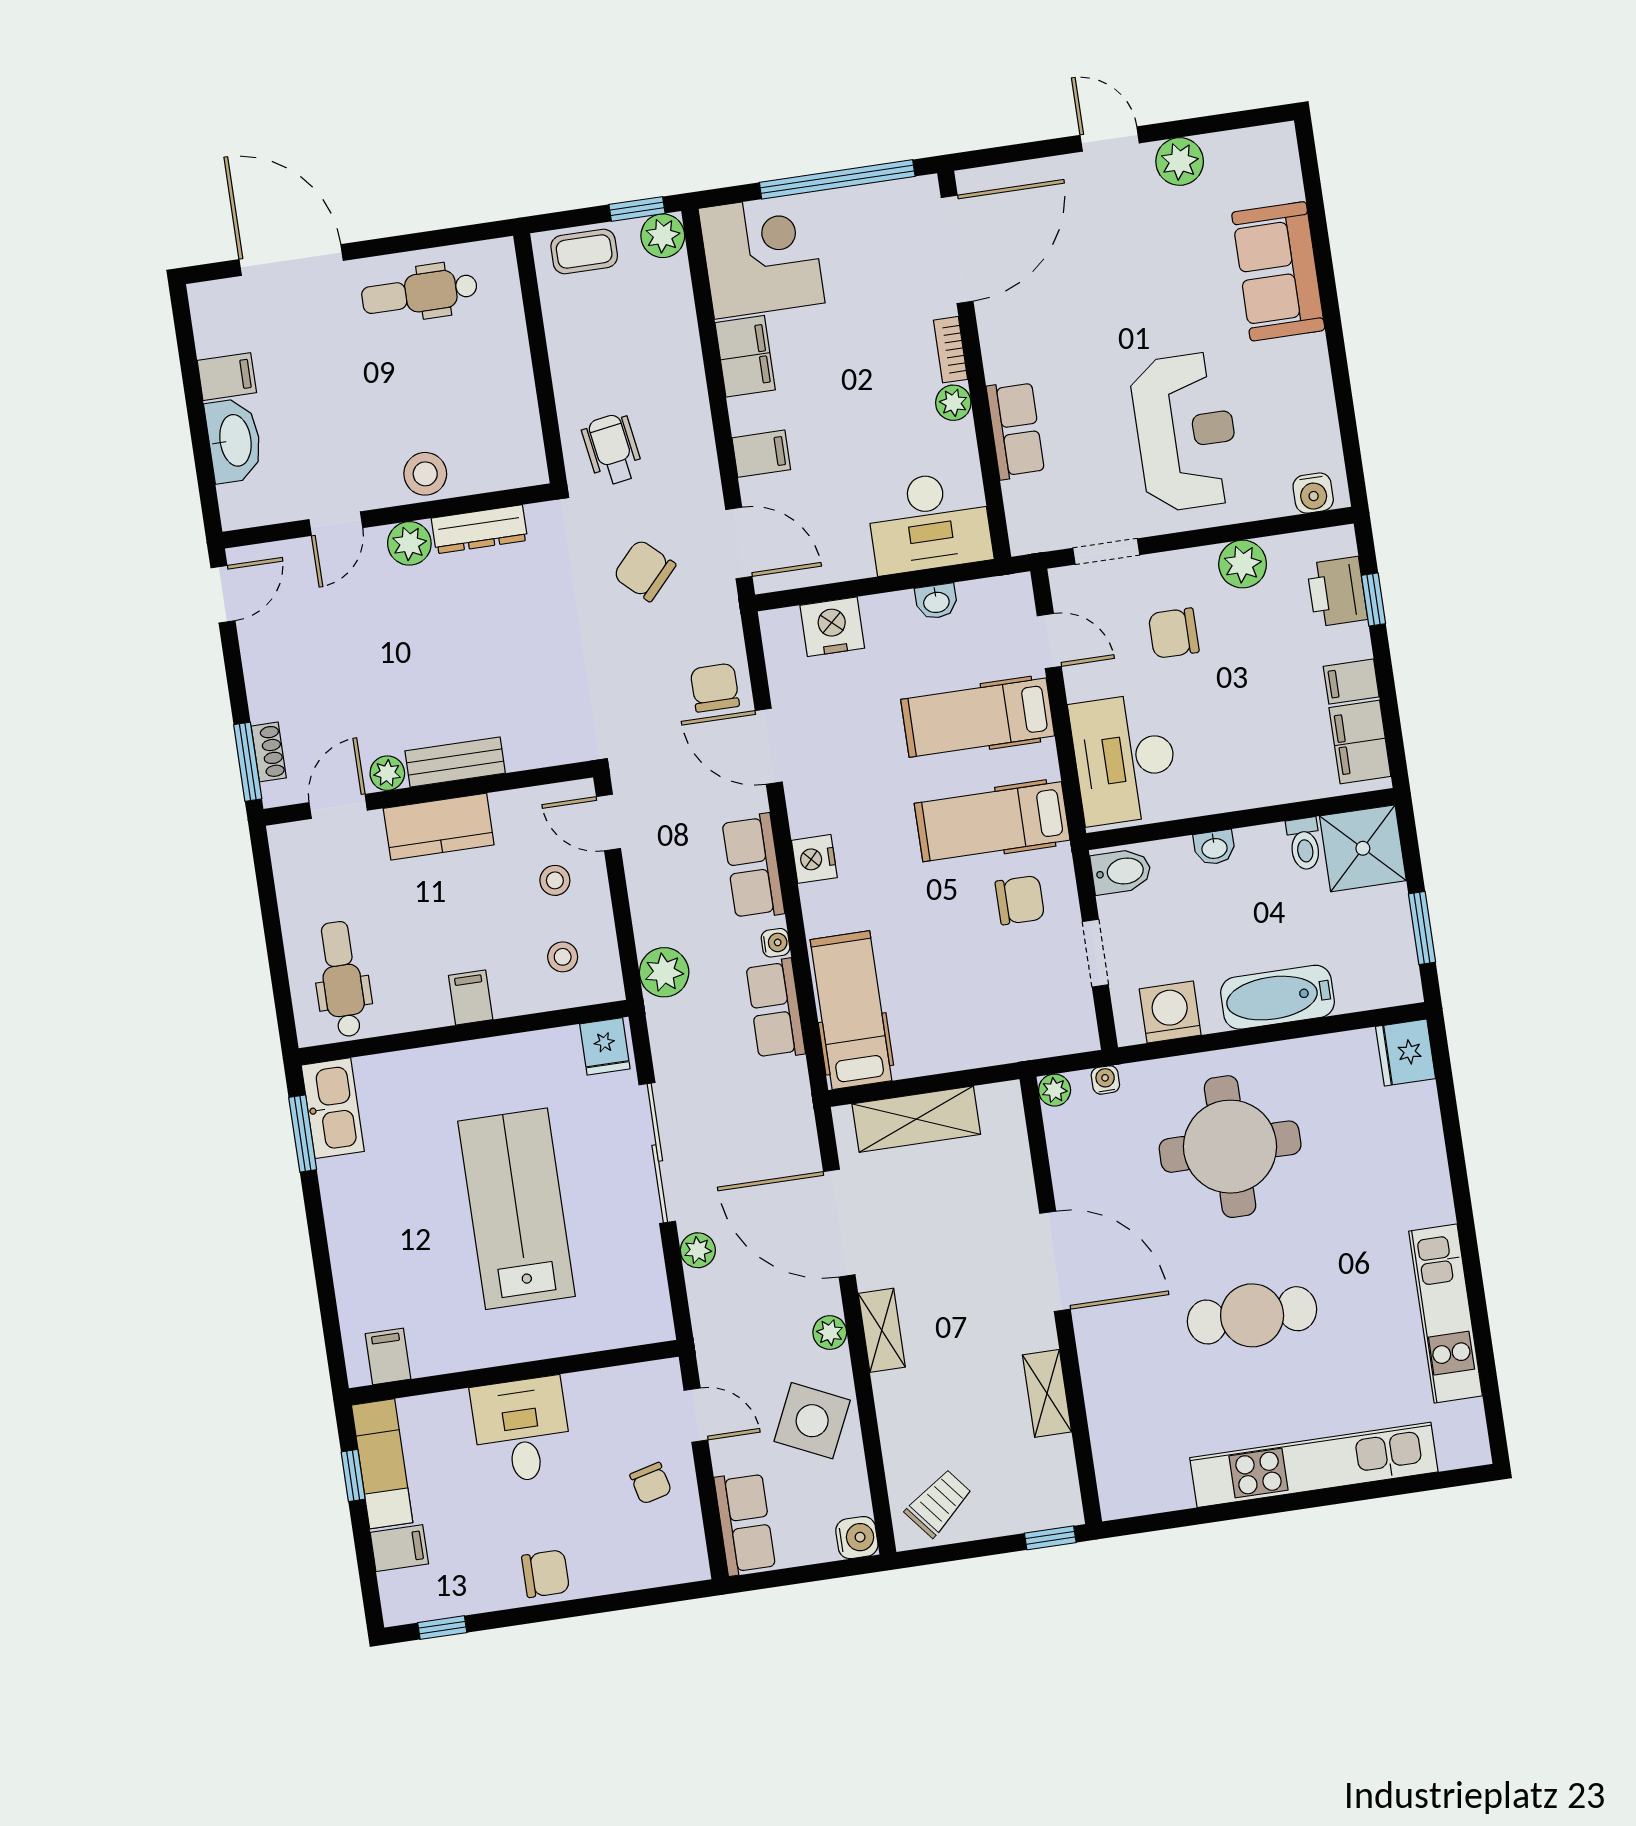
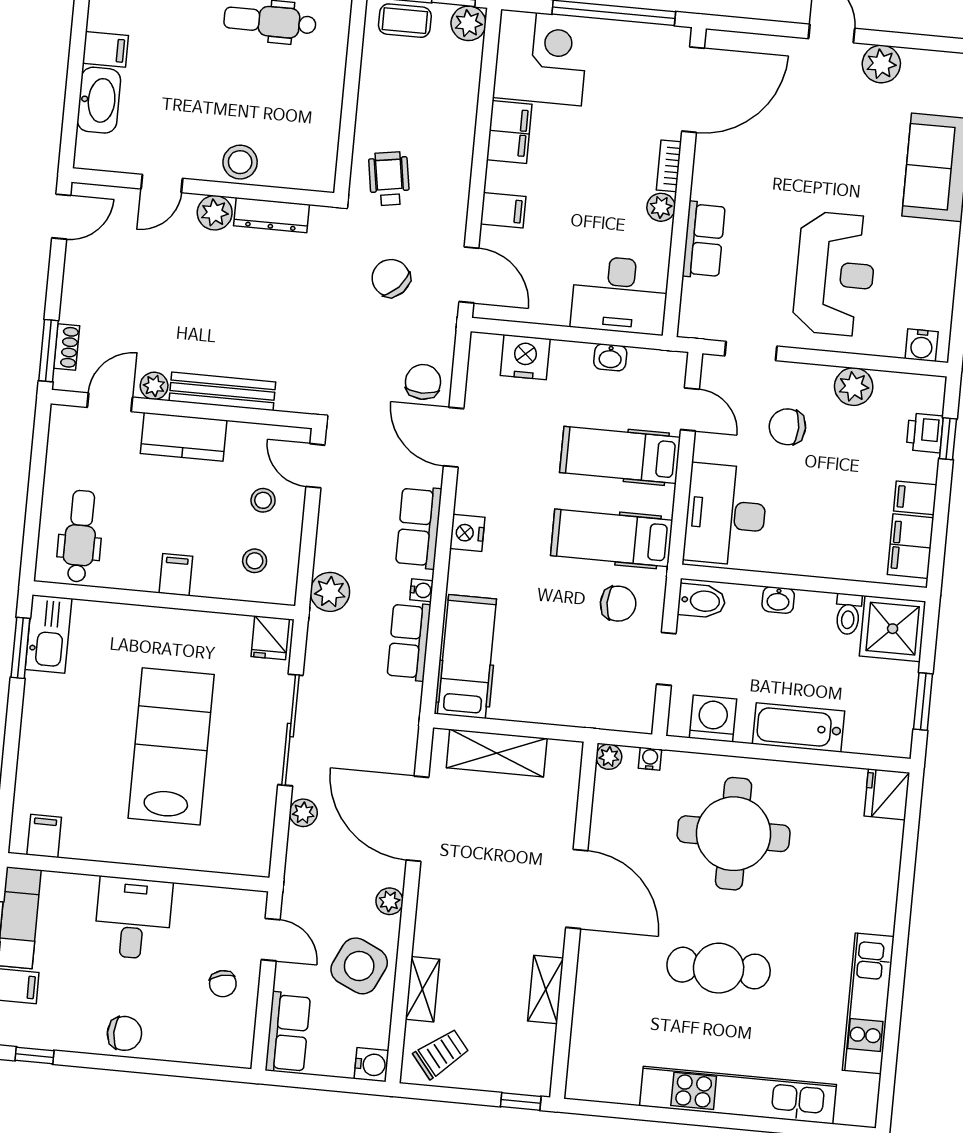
printer: (1337, 592) -> (925, 433), width x0.73, depth x0.81
bench: (455, 762) -> (222, 391), width x1.36
shelving: (882, 1330) -> (422, 989), moved

